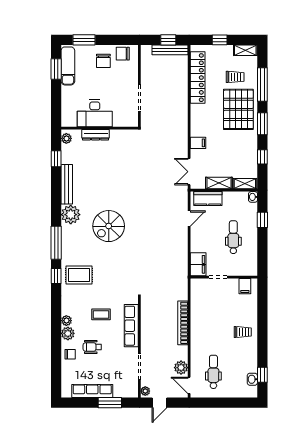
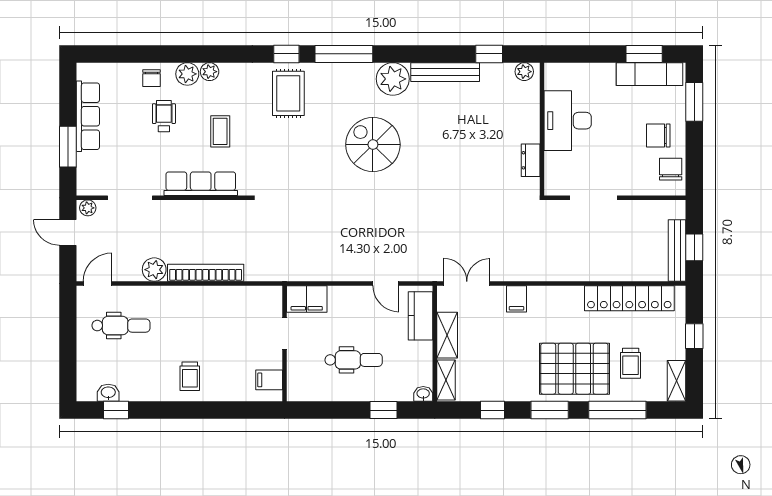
dresser: (96, 135) -> (531, 160), moved, width x0.70
plant: (181, 368) -> (154, 270), moved

